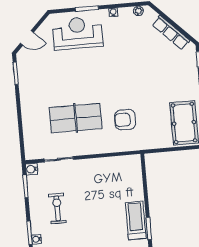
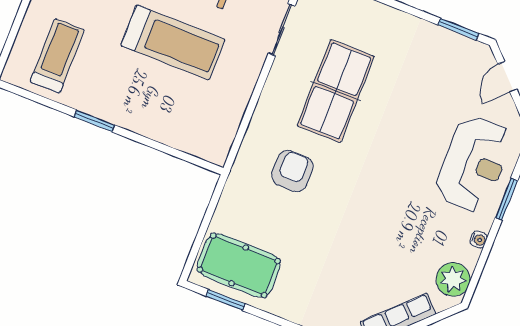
plant: (138, 11) -> (453, 279), width x1.87, depth x1.87
treadmill: (136, 220) -> (173, 42), moved, width x1.37, depth x1.38

